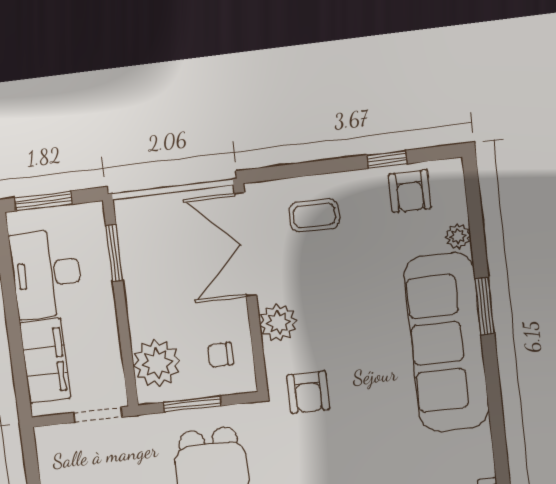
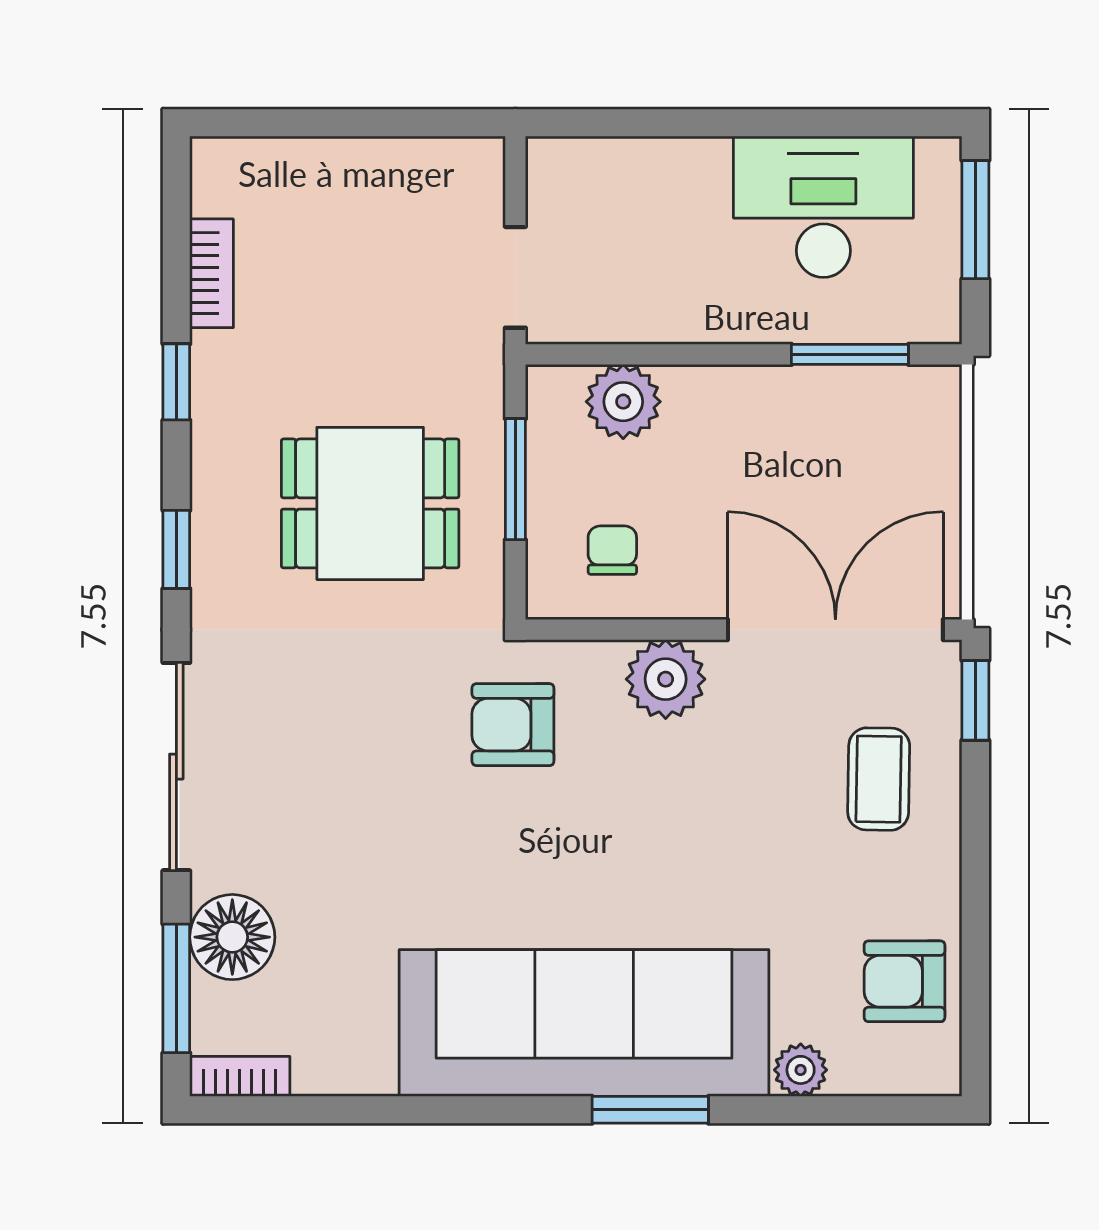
window: (387, 159) -> (975, 700), moved
filing cabinet: (45, 361) -> (642, 181), removed
plant: (157, 363) -> (623, 402), width x0.73, depth x0.73

